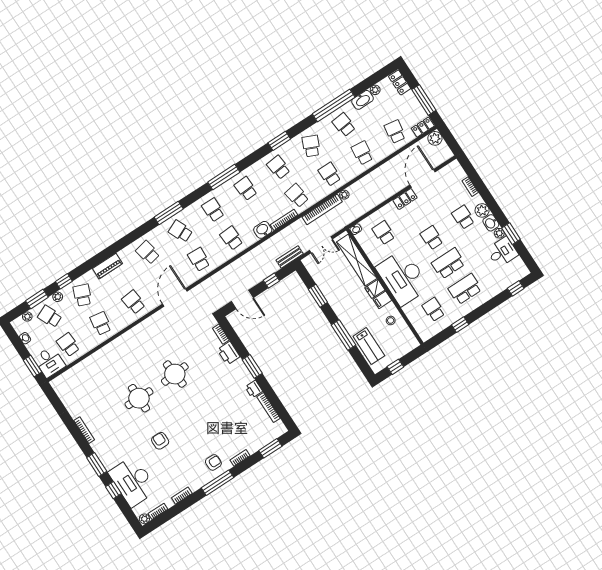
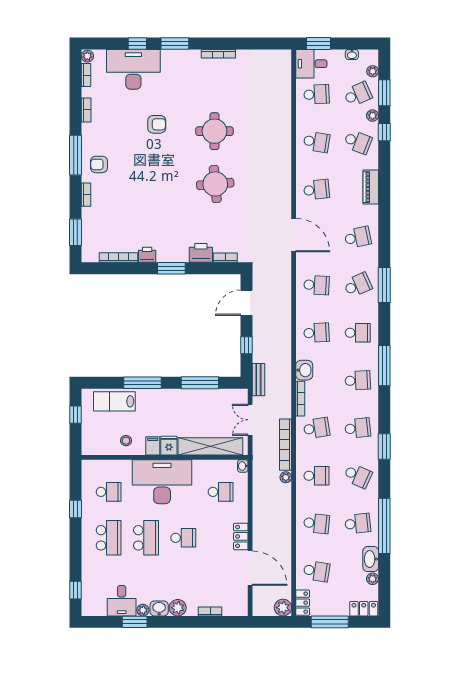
school desk: (463, 217) -> (183, 584), removed
window: (318, 296) -> (200, 383), width x1.44
armchair: (213, 462) -> (99, 164), turned 90

